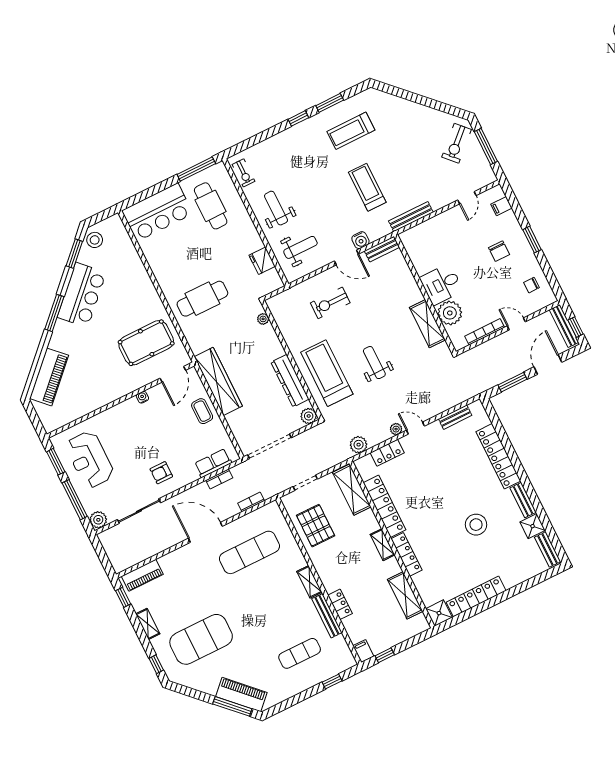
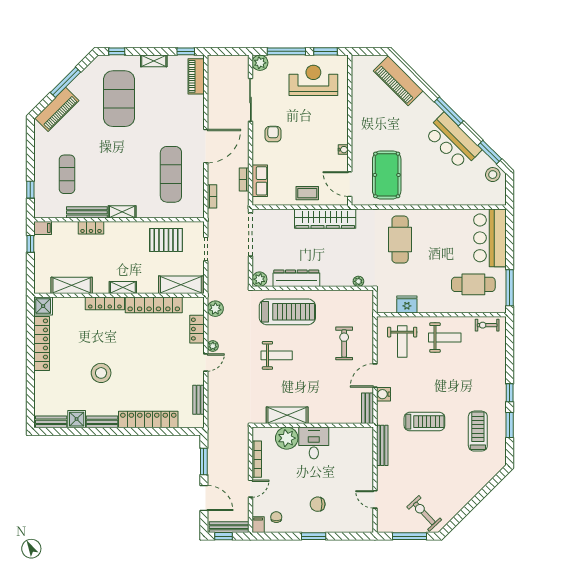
filing cabinet: (501, 206) -> (258, 525), moved
window: (232, 706) -> (65, 82), moved

